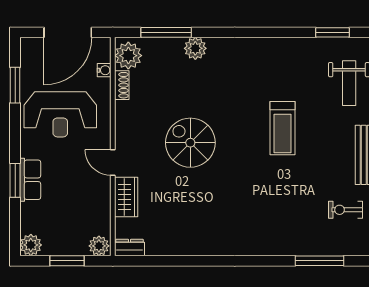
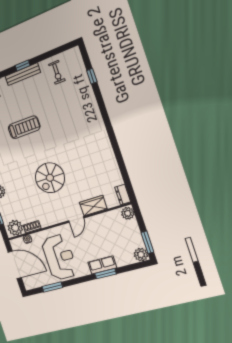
window: (67, 261) -> (147, 242), moved
window: (319, 261) -> (92, 76), width x0.46

